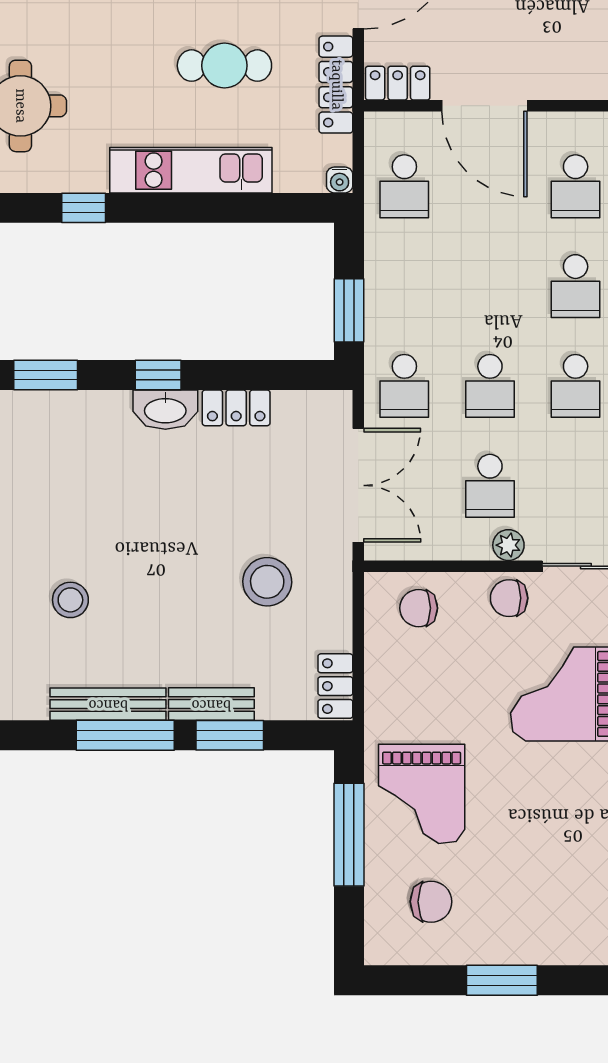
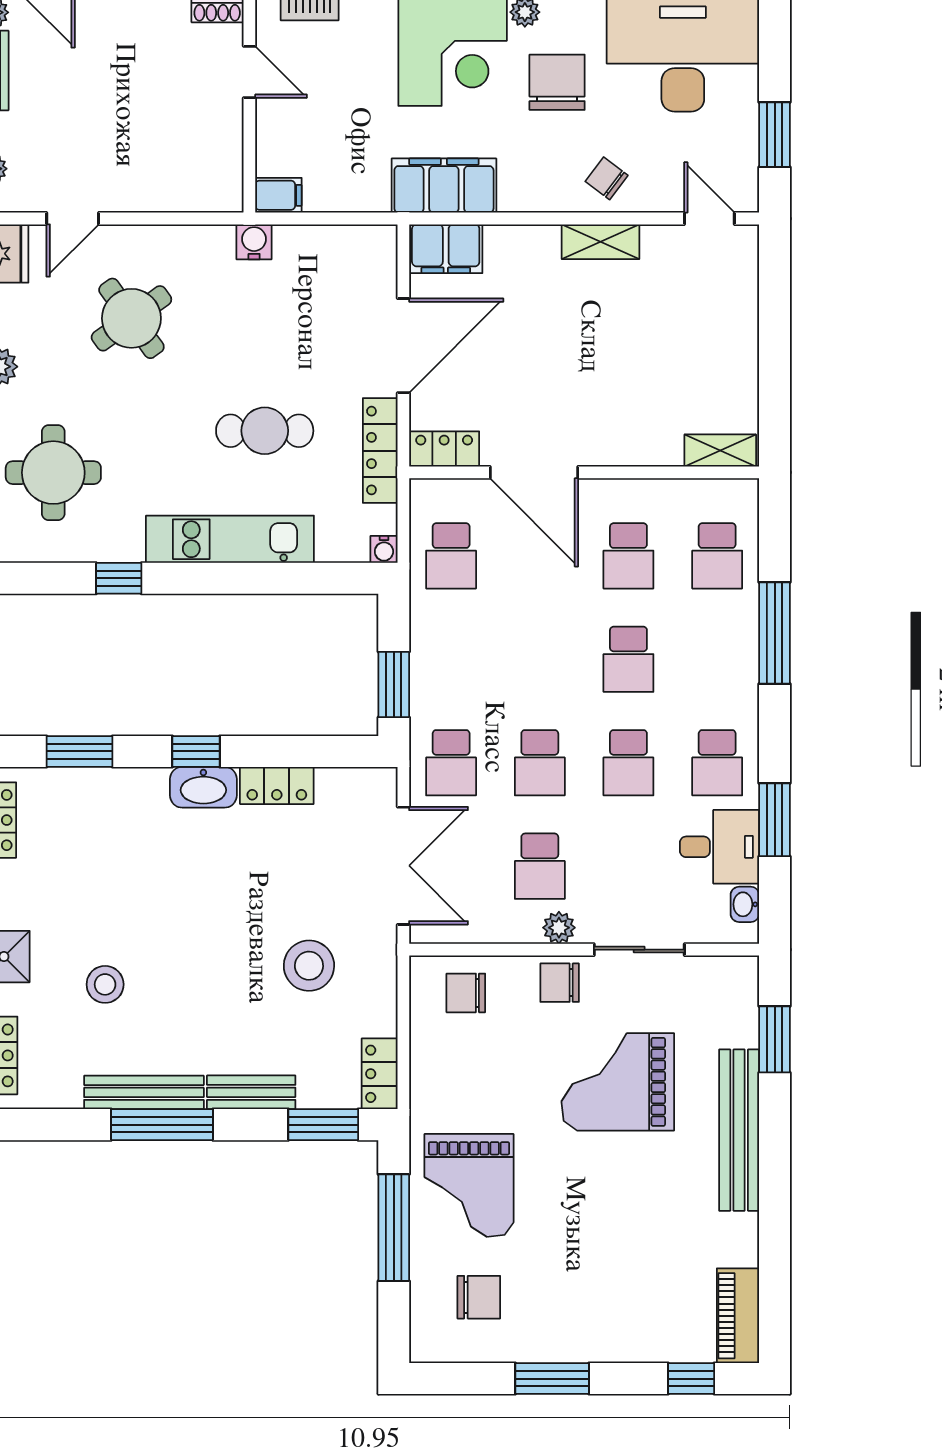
window: (230, 735) -> (323, 1125), moved

